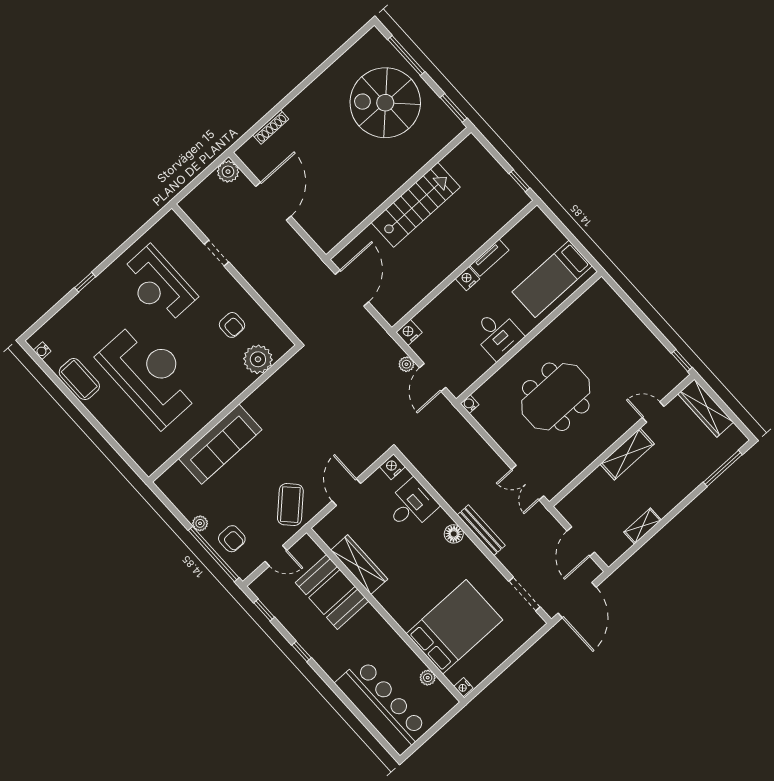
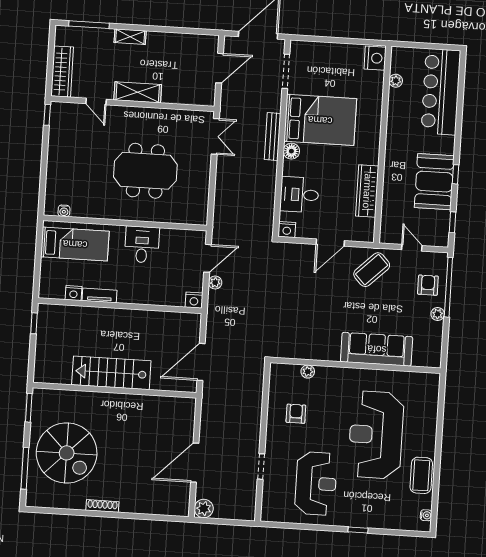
shoe rack: (271, 127) -> (102, 506), moved
nightstand: (467, 279) -> (73, 293), moved
plant: (258, 359) -> (308, 372), width x0.53, depth x0.53
water cooler: (470, 404) -> (64, 211), moved
shelving: (643, 526) -> (130, 37), moved
booth: (332, 592) -> (434, 182), moved
bed: (454, 627) -> (320, 120), moved, turned 180
nightstand: (463, 687) -> (375, 58), width x1.89, depth x1.79

